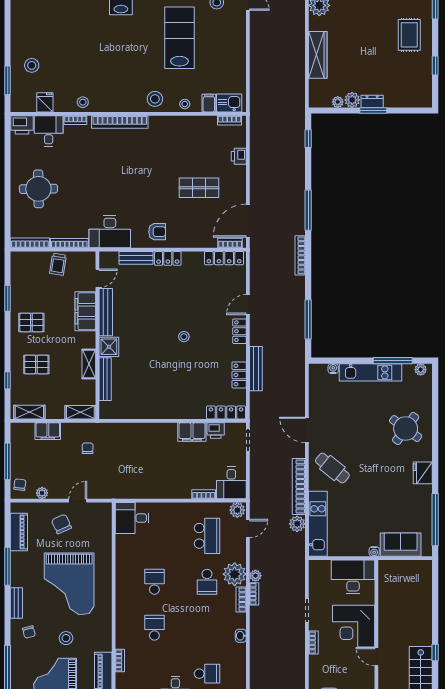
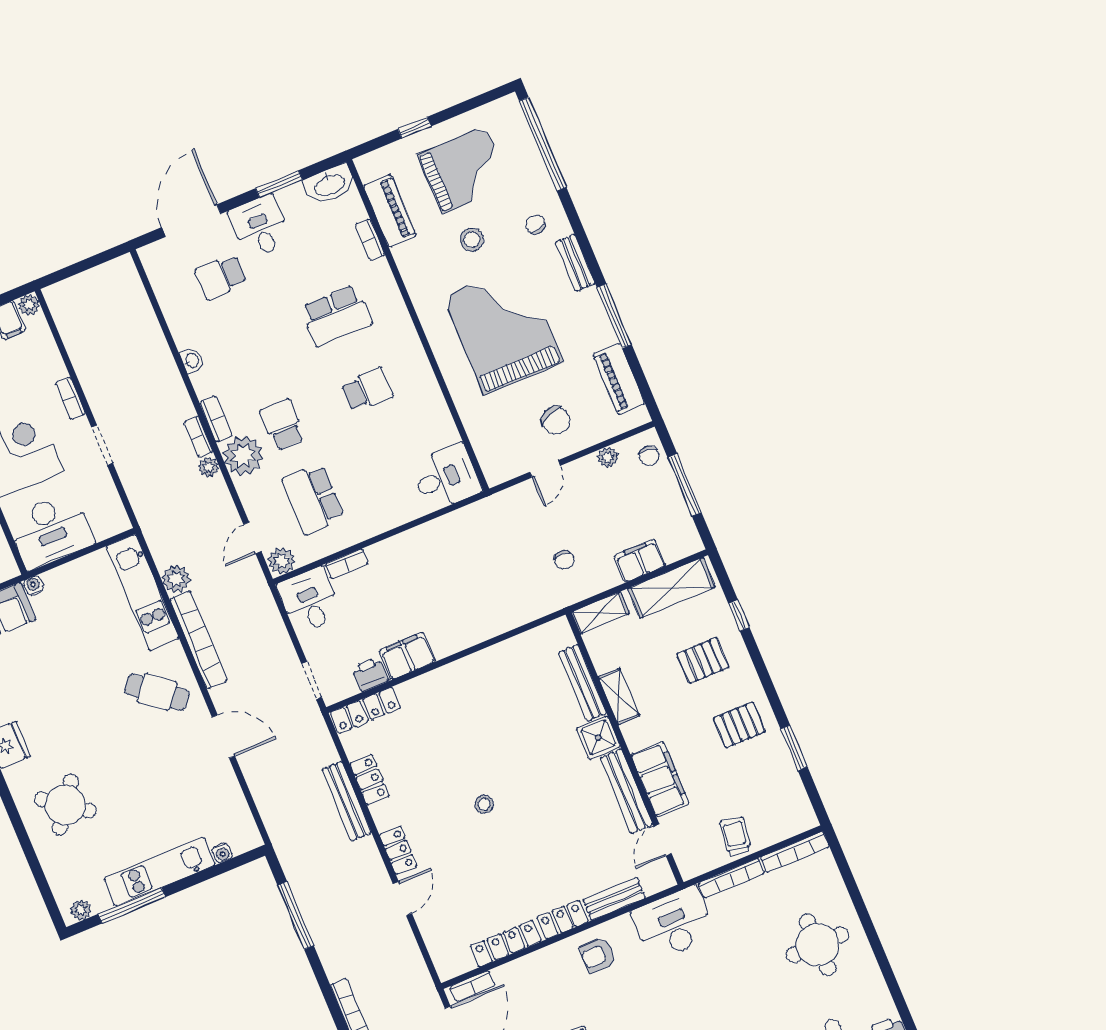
locker: (224, 258) -> (506, 944), moved
shelving: (29, 412) -> (671, 588), width x1.50, depth x1.33
school desk: (154, 582) -> (367, 390), turned -90
school desk: (154, 628) -> (336, 316), width x1.85

